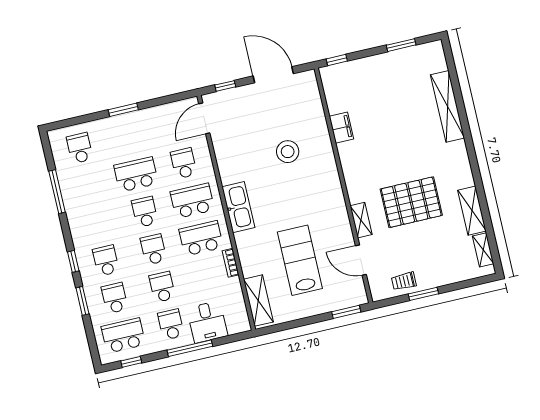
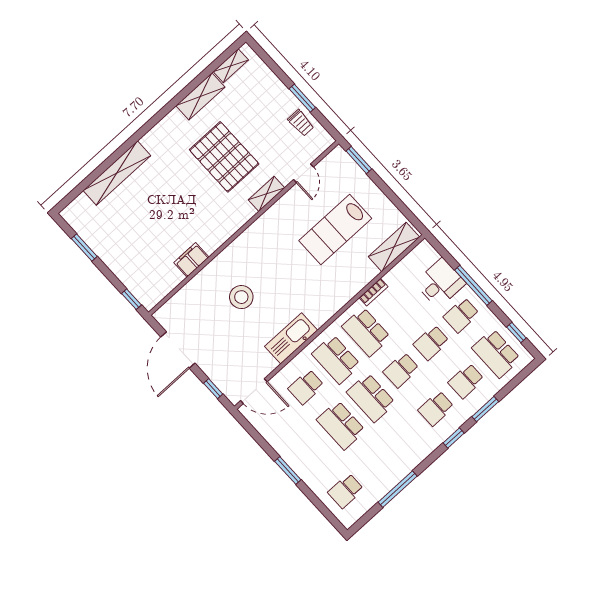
kitchen sink: (238, 207) -> (291, 338), moved
school desk: (145, 212) -> (371, 398), width x1.85
door: (361, 260) -> (303, 173), width x0.73

